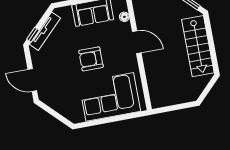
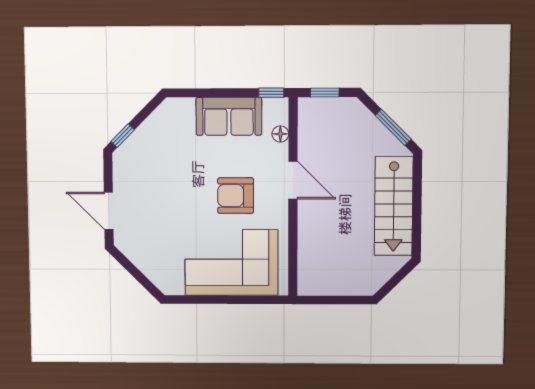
tv unit: (45, 31) -> (144, 134), removed
armchair: (91, 59) -> (236, 196), moved

